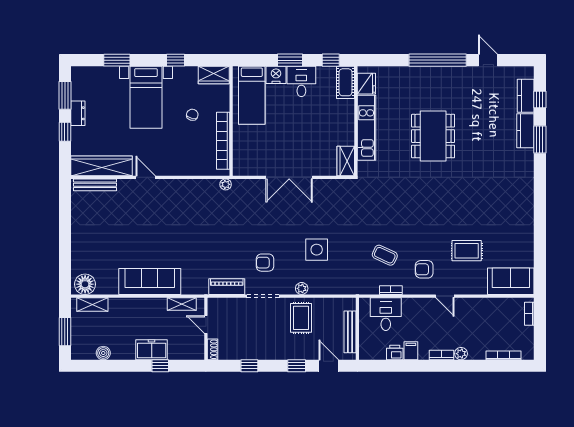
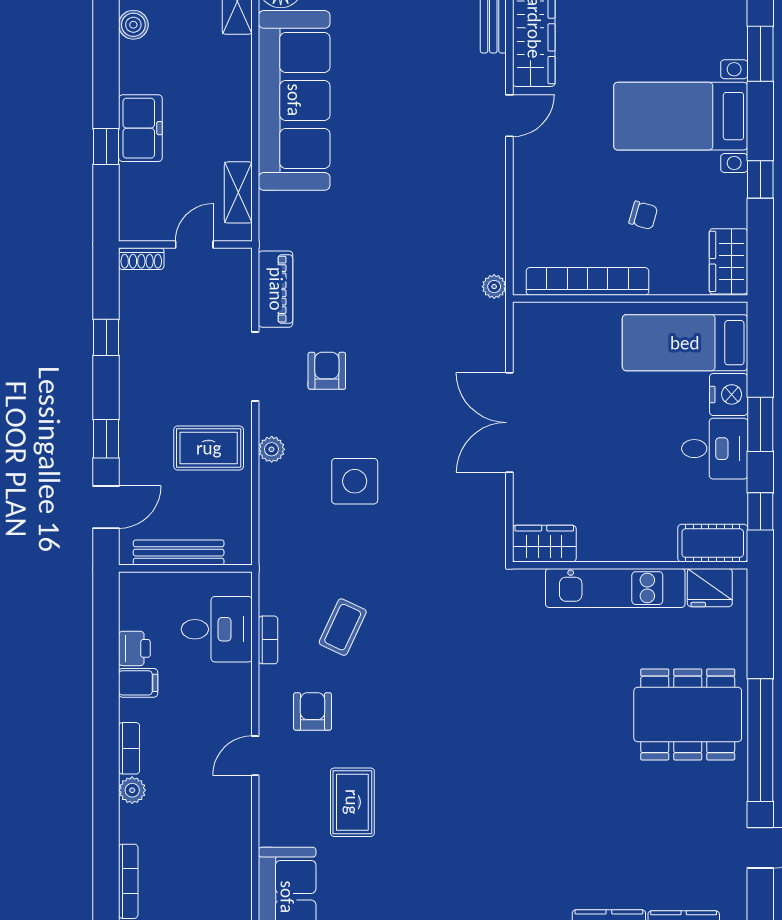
dining table: (433, 136) -> (688, 714), moved
sofa: (150, 281) -> (294, 100), width x1.36, depth x1.27

